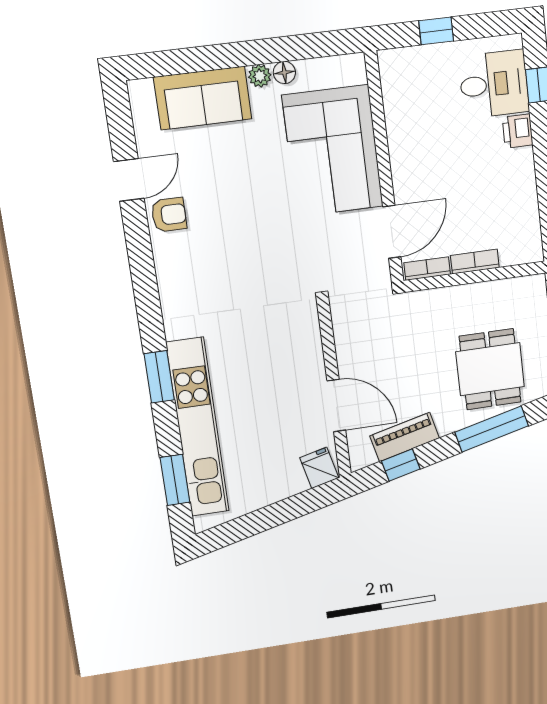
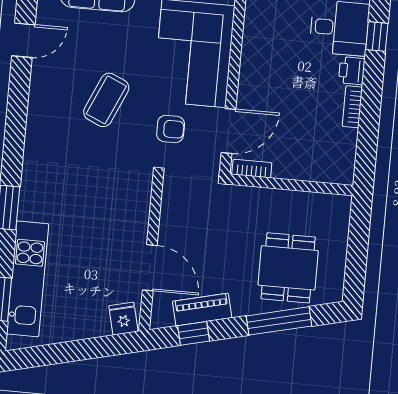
armchair: (169, 215) -> (171, 129), moved
coffee table: (243, 228) -> (106, 100), added
bookcase: (475, 262) -> (352, 107), moved, turned -90
kitchen unit: (198, 427) -> (28, 279), width x0.73

